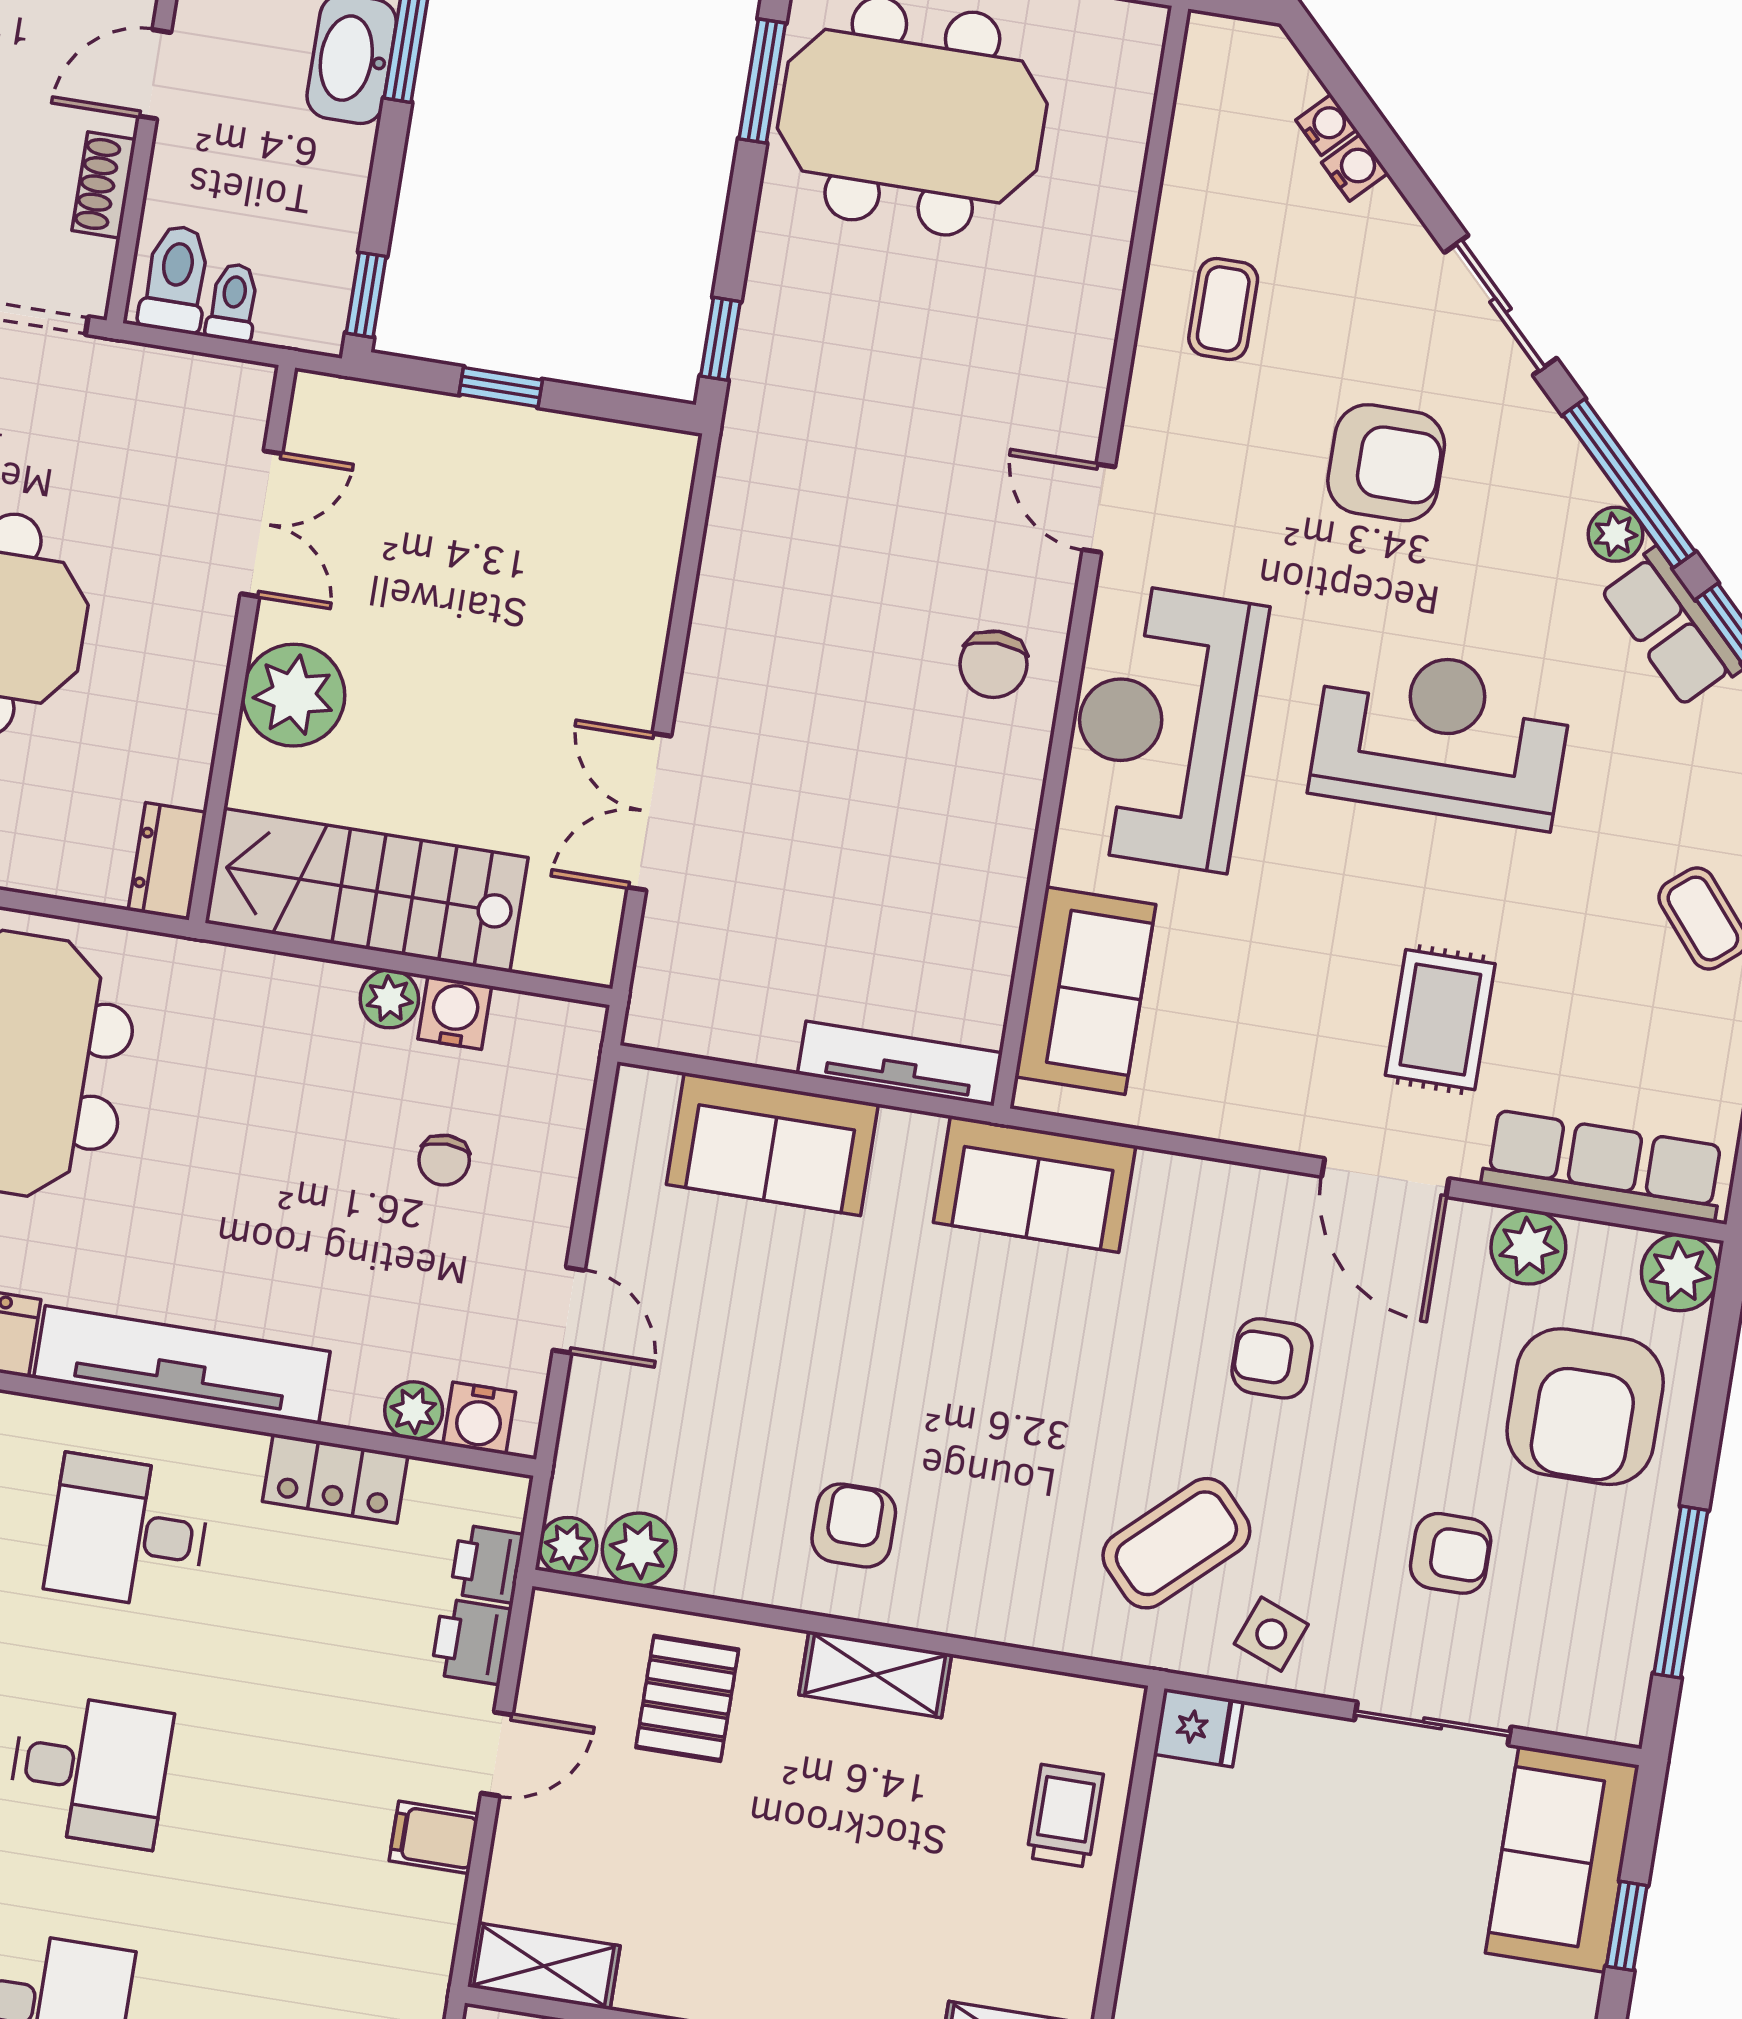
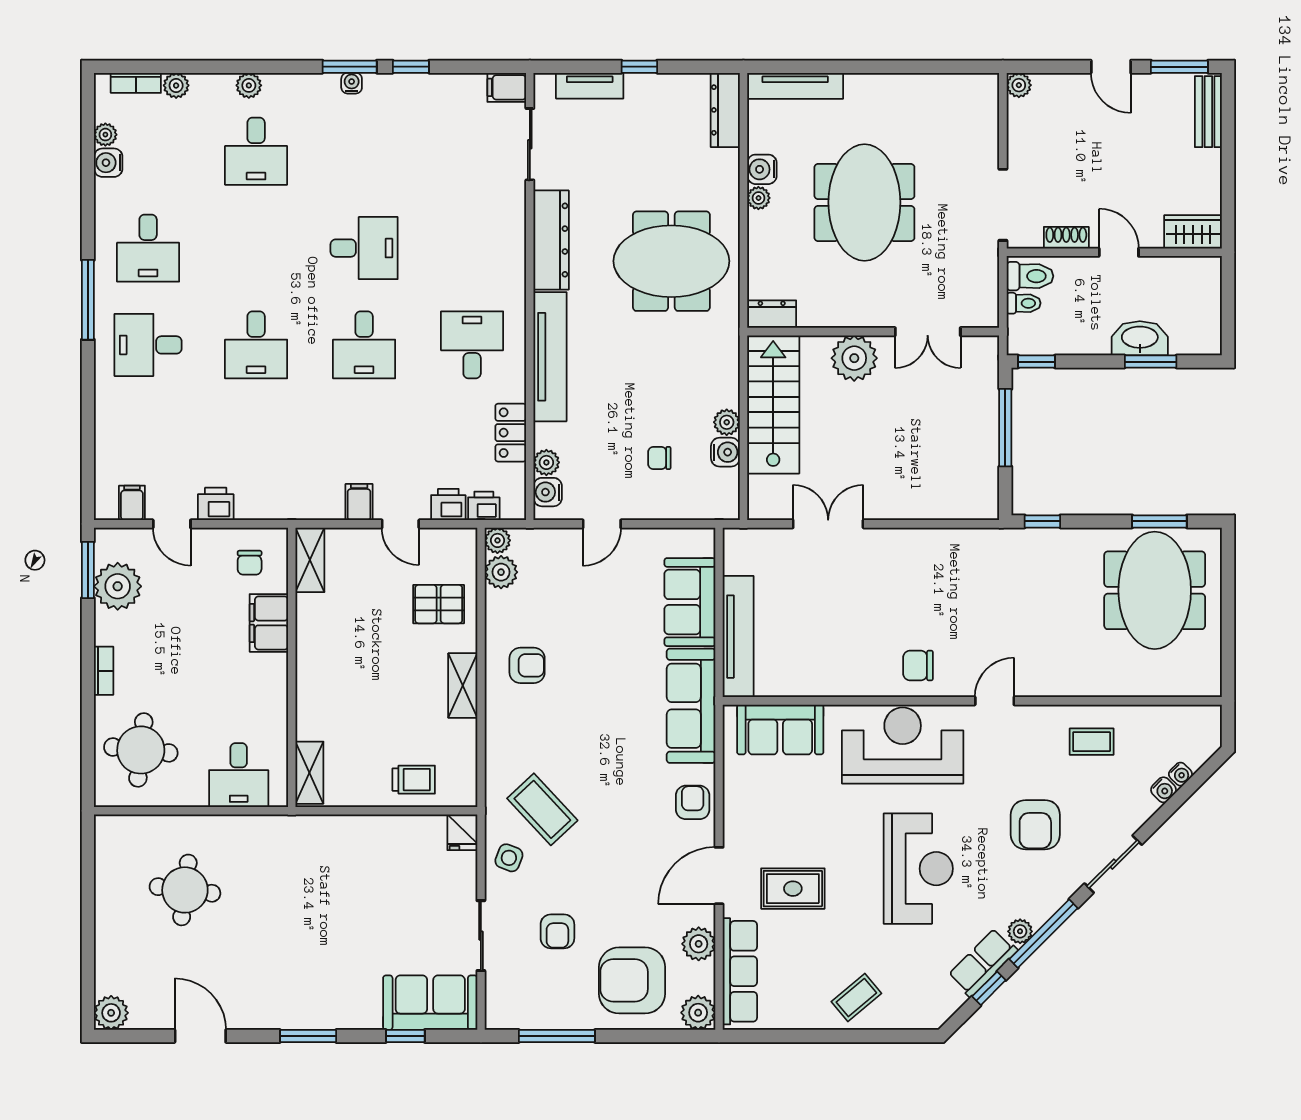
window: (501, 387) -> (1005, 428), width x2.17
tv unit: (900, 1063) -> (738, 637), width x1.36, depth x1.29
sofa: (1035, 1184) -> (691, 706), width x1.36
armchair: (1272, 1358) -> (693, 802), moved

